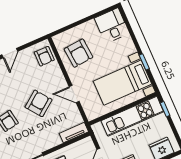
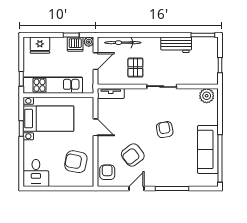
armchair: (79, 53) -> (76, 162), turned -74
armchair: (39, 103) -> (133, 155), moved

